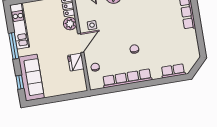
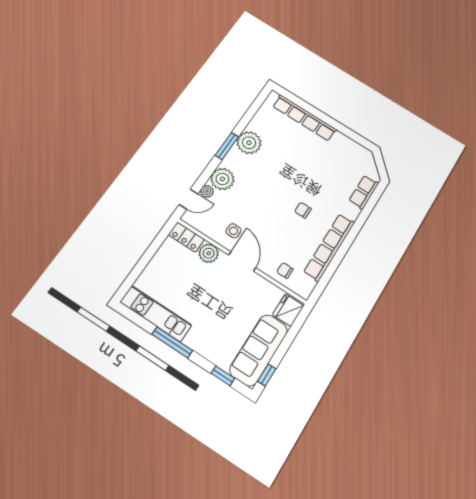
fridge: (76, 62) -> (288, 310), moved, turned 90
sofa: (31, 78) -> (259, 350), moved, turned -90
window: (38, 102) -> (267, 375), added

